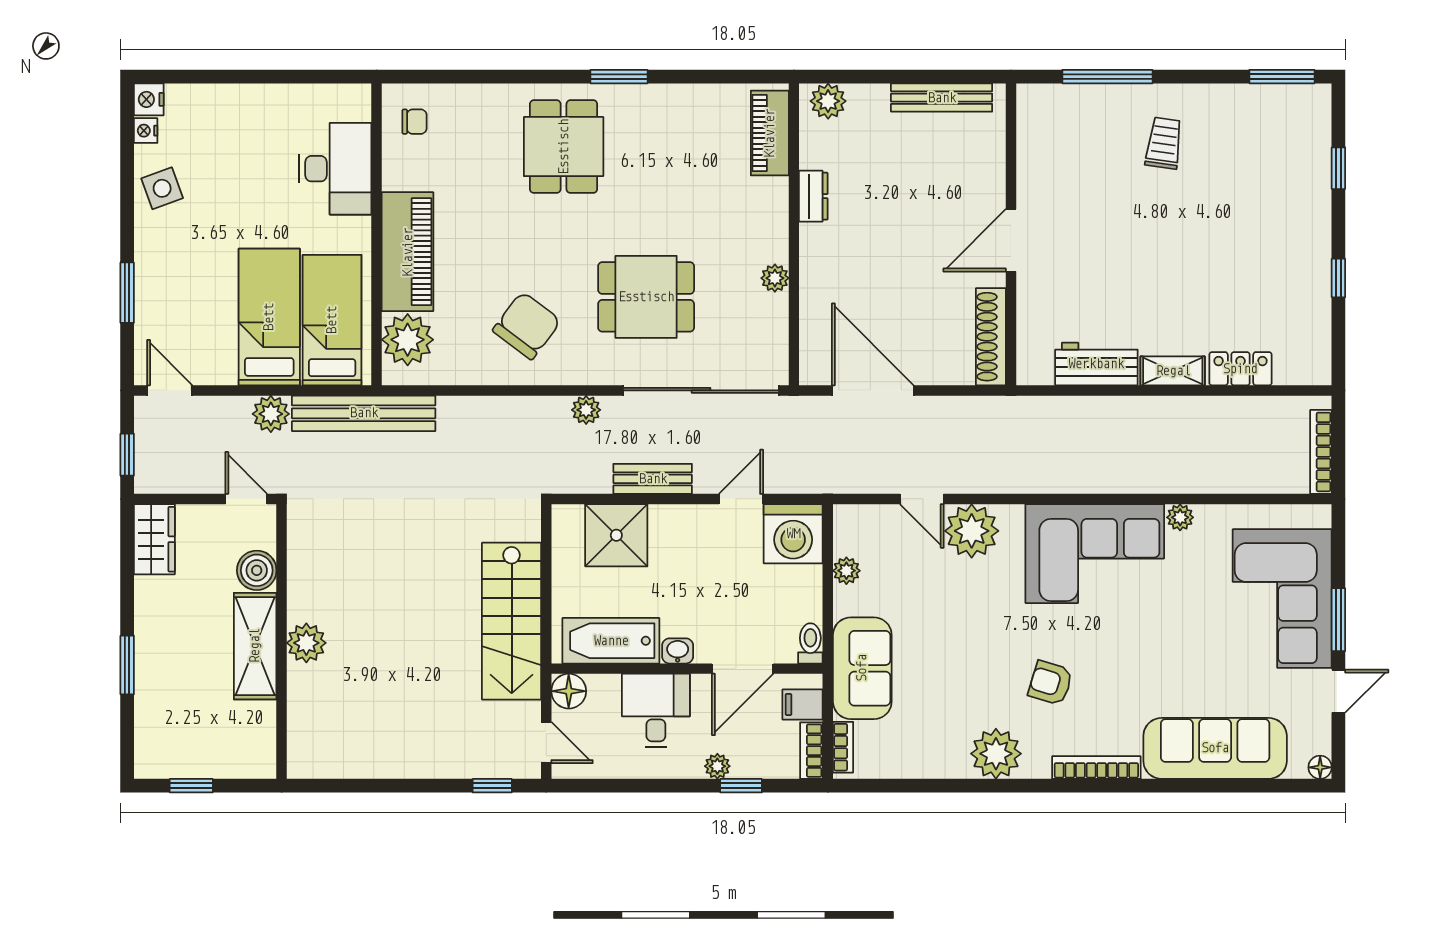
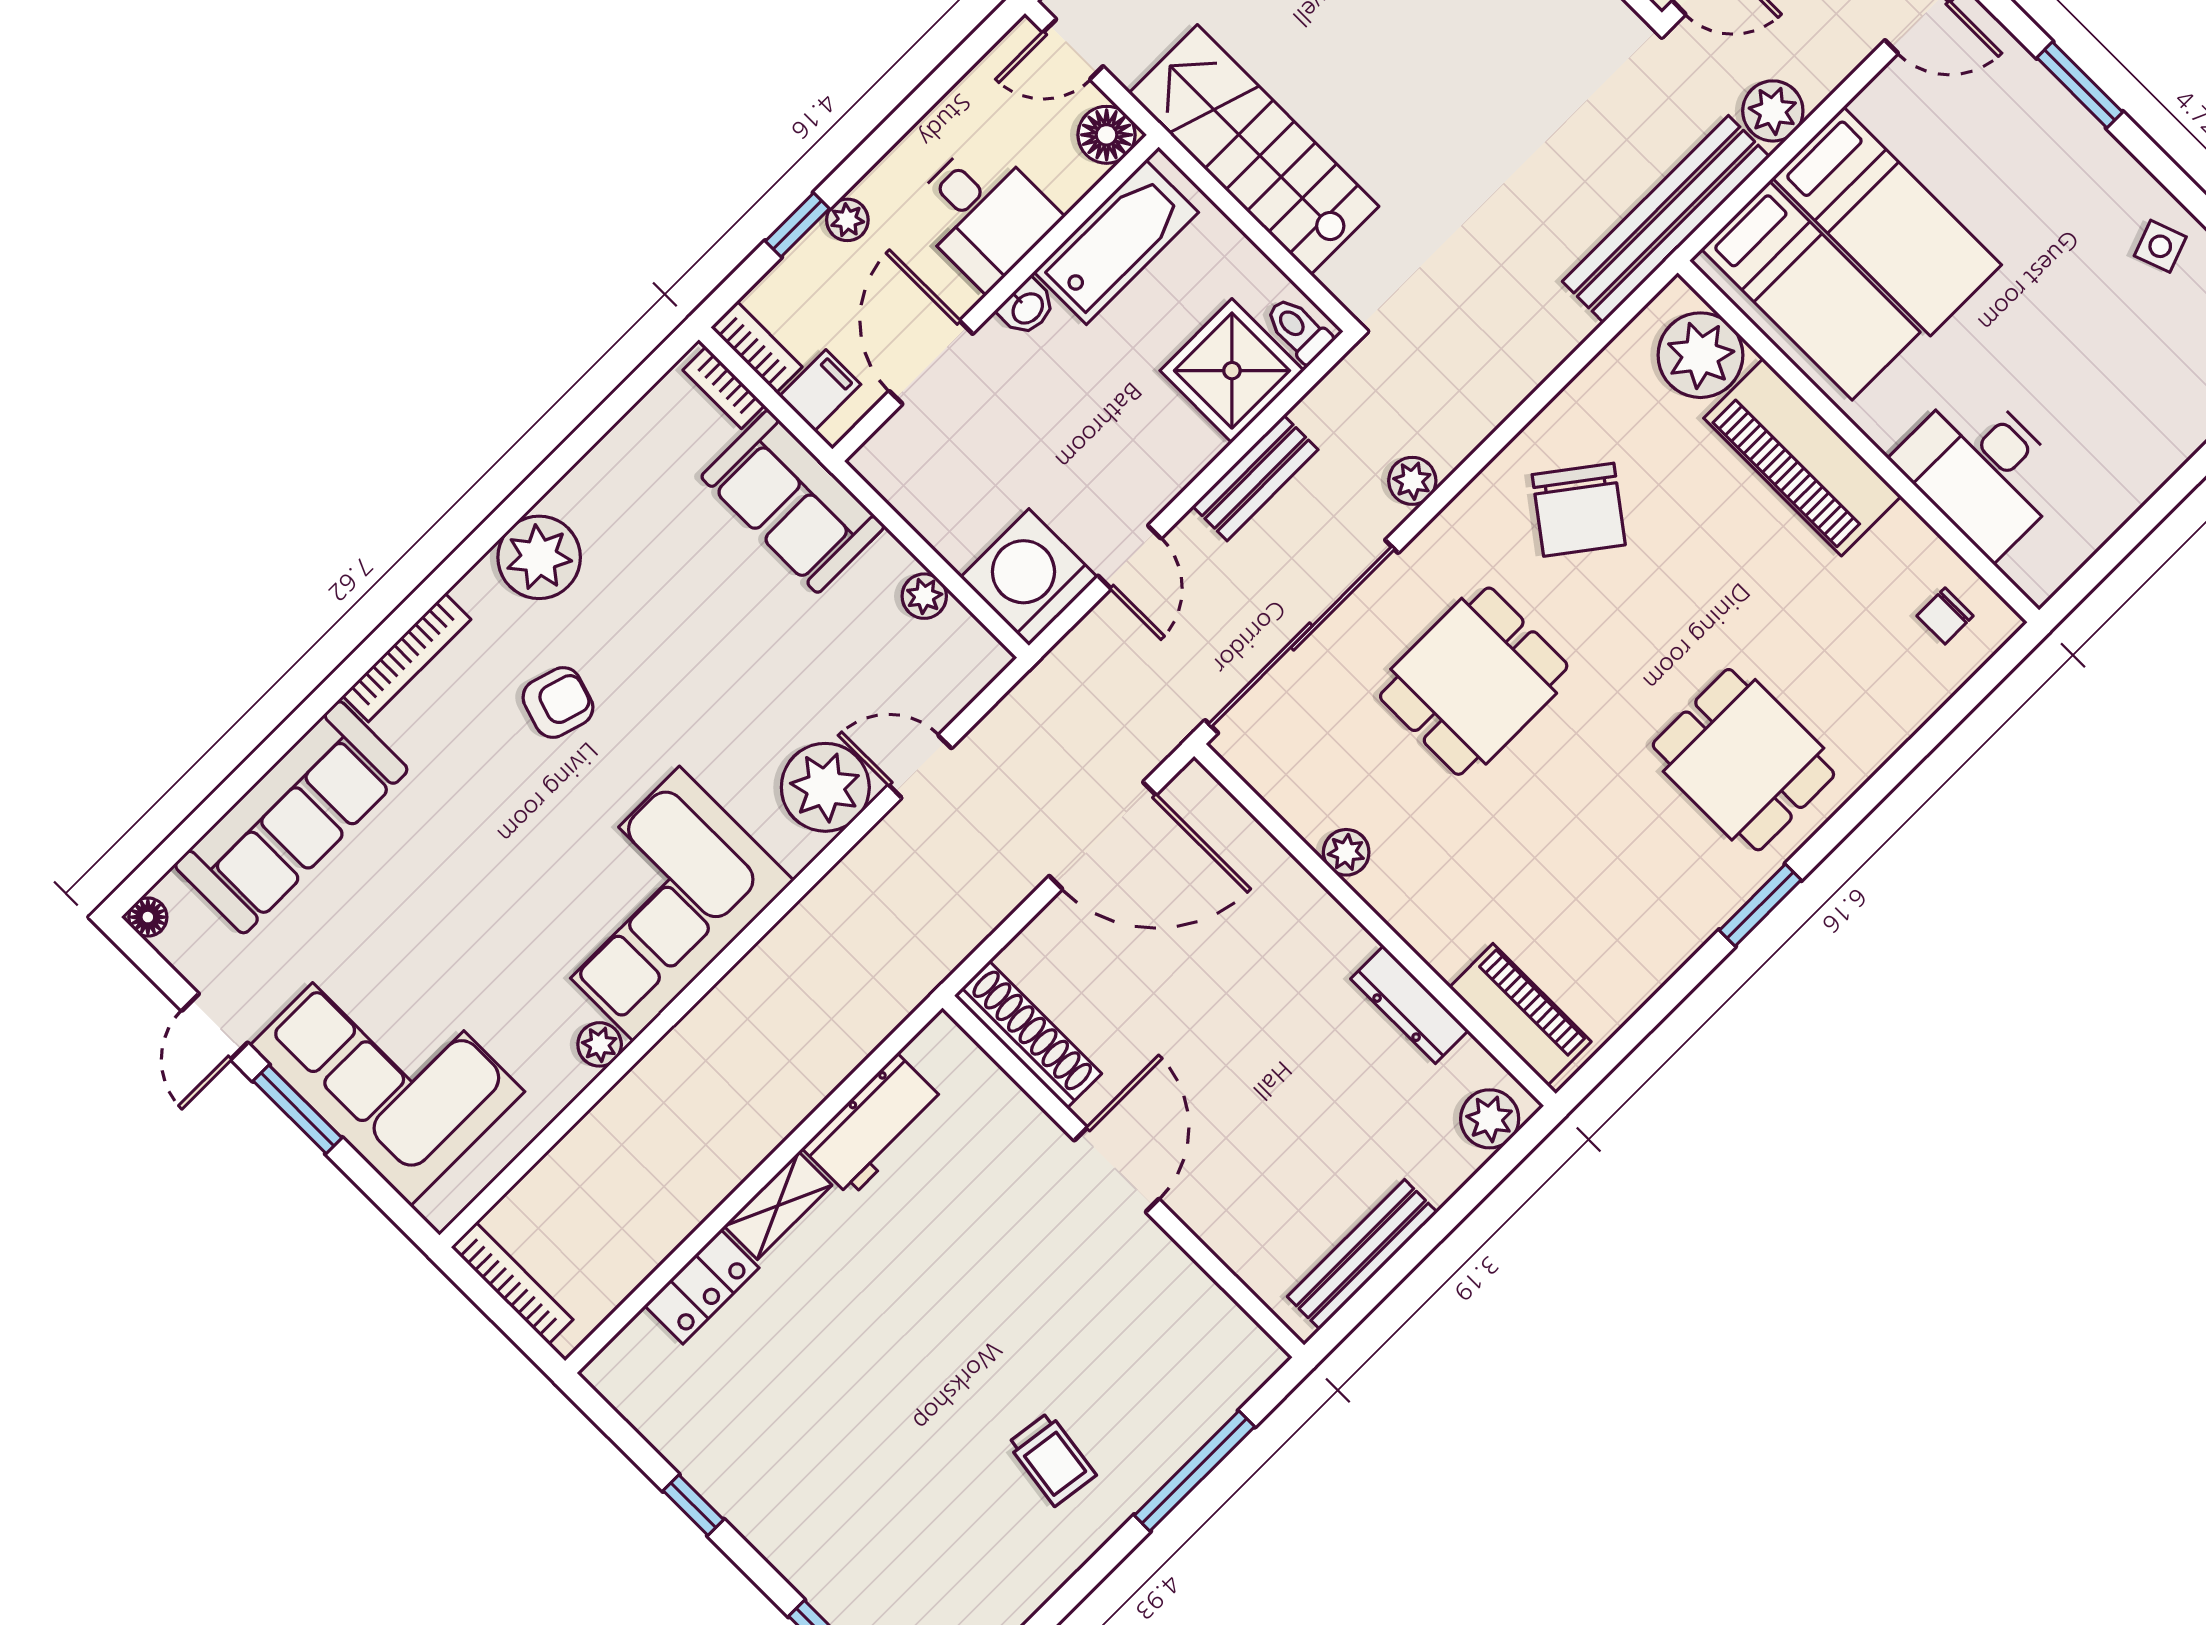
side table: (162, 188) -> (2160, 246), width x0.73, depth x0.73
dresser: (813, 196) -> (1410, 1005), width x1.44
toilet: (810, 643) -> (1298, 330), moved, turned 180

